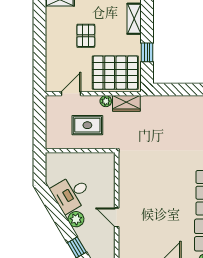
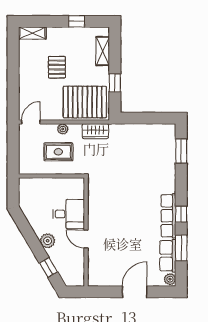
door: (71, 94) -> (31, 122), moved
plant: (106, 101) -> (63, 129), moved
desk: (71, 194) -> (69, 214), moved, turned -149

